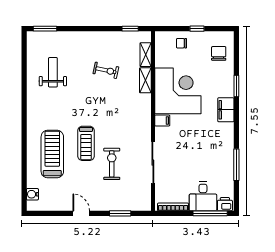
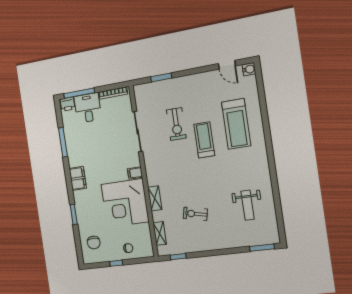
shelving: (145, 80) -> (155, 198), moved
filing cabinet: (226, 110) -> (78, 178), moved
water cooler: (32, 194) -> (249, 69), moved
door: (81, 213) -> (227, 65), moved

